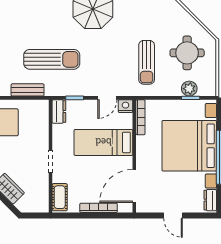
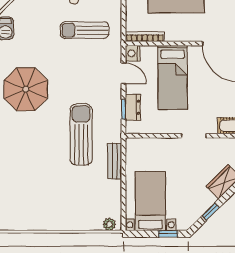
sun lounger: (147, 62) -> (84, 30), turned 180
dresser: (59, 112) -> (133, 107), moved, turned 90

